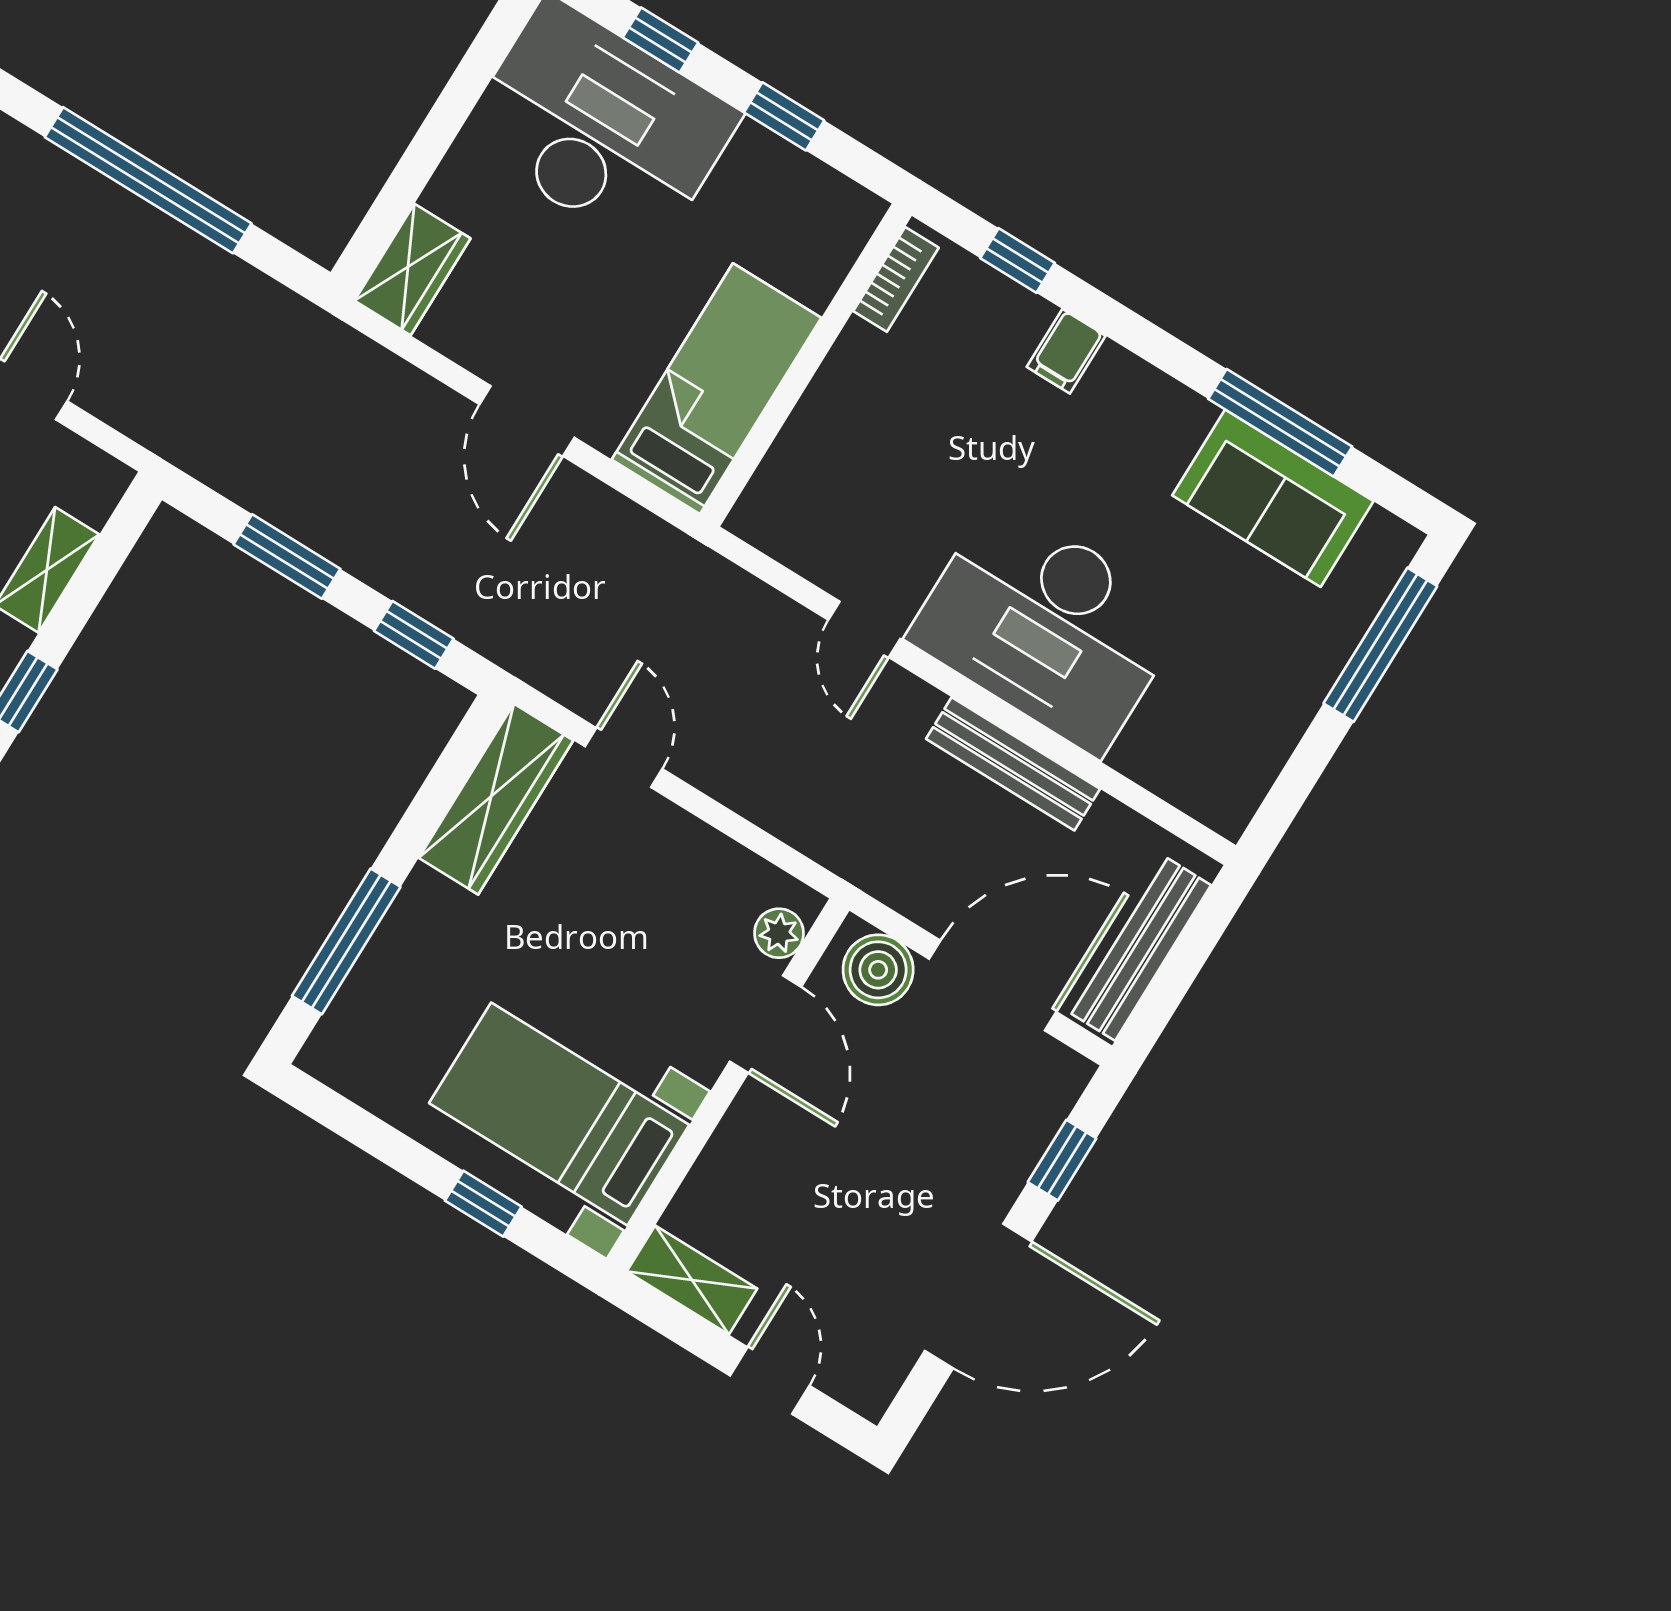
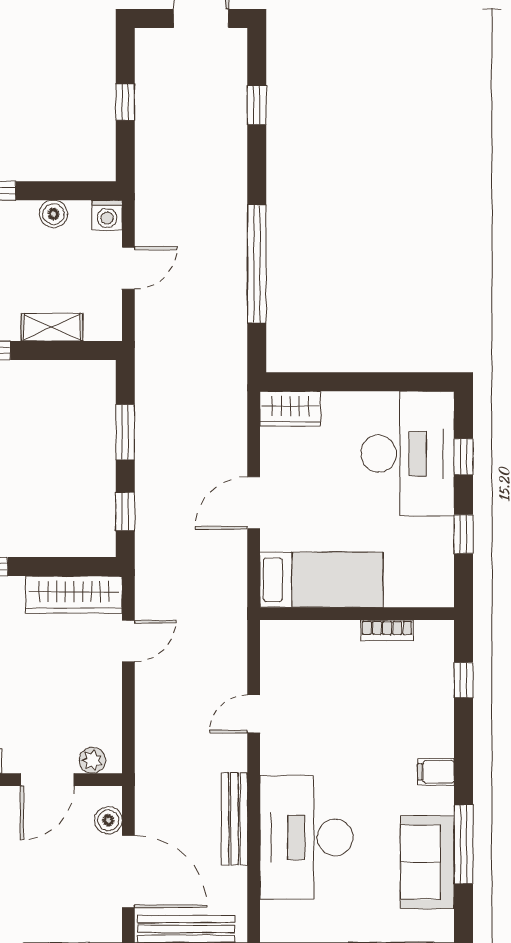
bookcase: (896, 279) -> (387, 630), moved
filing cabinet: (1066, 351) -> (436, 772), moved
desk: (1047, 626) -> (306, 837), moved
boiler: (878, 970) -> (108, 820), width x0.73, depth x0.73

